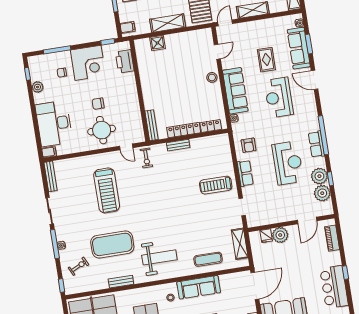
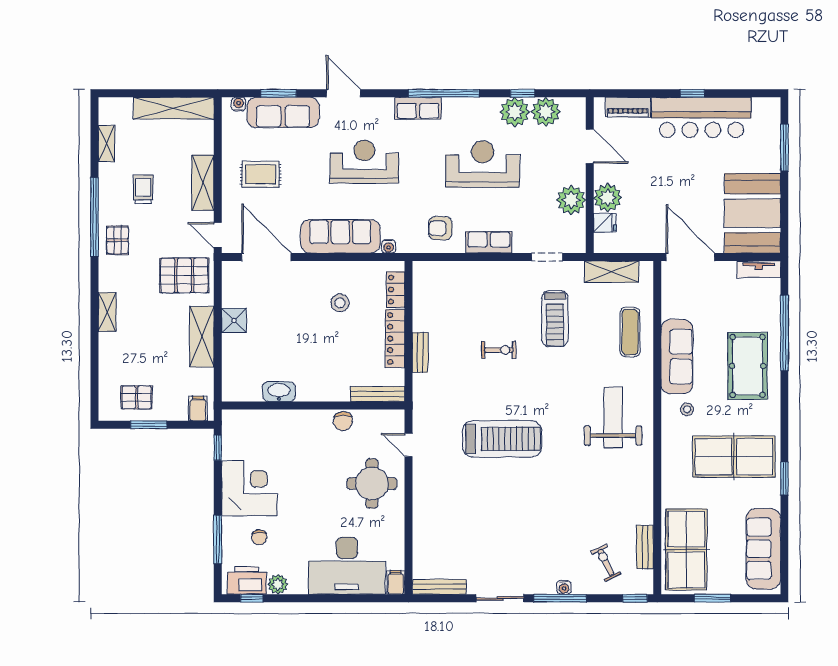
shower: (157, 43) -> (234, 320), moved
door: (217, 52) -> (266, 257), width x1.88
rug: (266, 60) -> (261, 174), moved
printer: (125, 61) -> (247, 580), moved, turned 180
washbasin: (144, 71) -> (279, 392), added
stool: (212, 77) -> (340, 303), moved
door: (315, 80) -> (343, 93), swing flipped
reception desk: (279, 97) -> (364, 162), turned 180
chair: (98, 104) -> (343, 421), moved
row of seats: (316, 144) -> (418, 108), moved
armchair: (249, 145) -> (440, 228), turned 180
door: (126, 147) -> (409, 445), swing flipped
exercise bike: (146, 158) -> (499, 350), moved
treadmill: (216, 185) -> (555, 319), moved
treadmill: (107, 190) -> (502, 439), moved
plant: (276, 215) -> (571, 200), added
exercise mat: (112, 244) -> (577, 497), removed
bench: (121, 282) -> (645, 547), moved
bar counter: (334, 287) -> (701, 117), width x1.36

